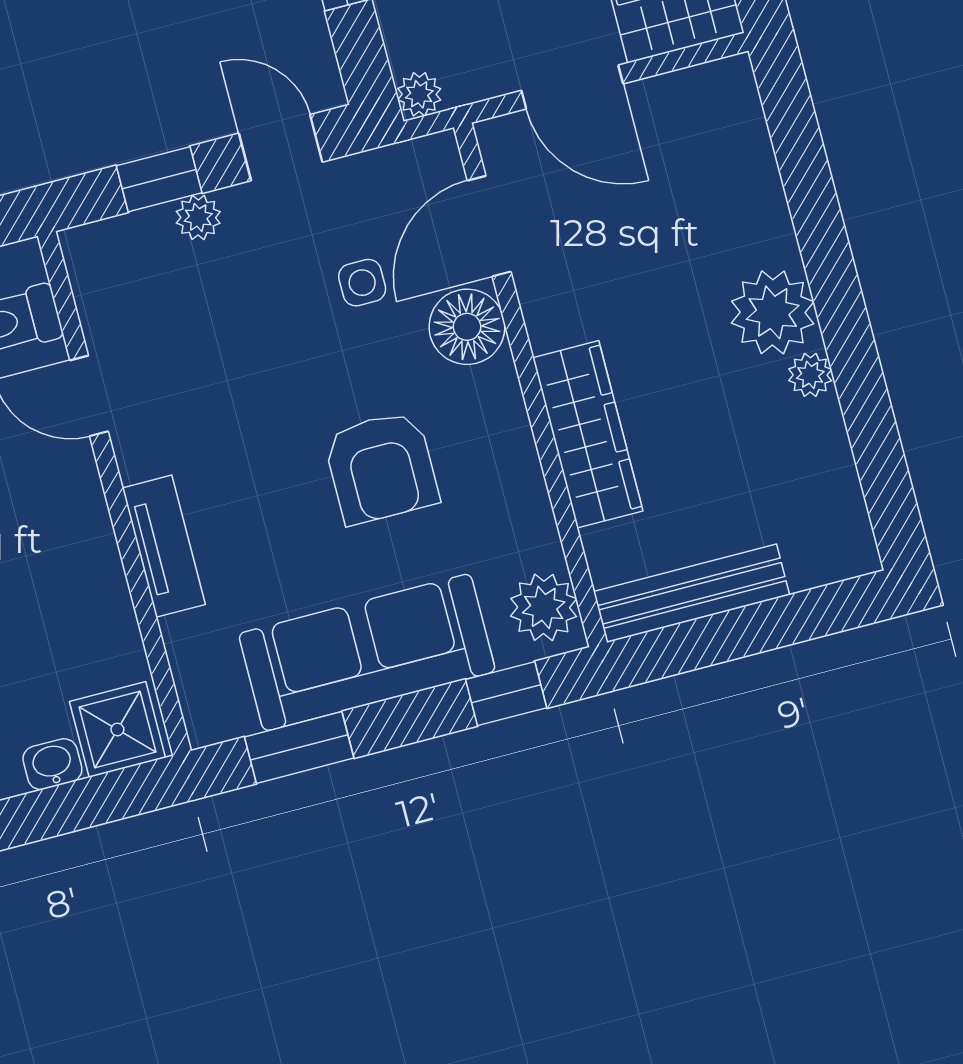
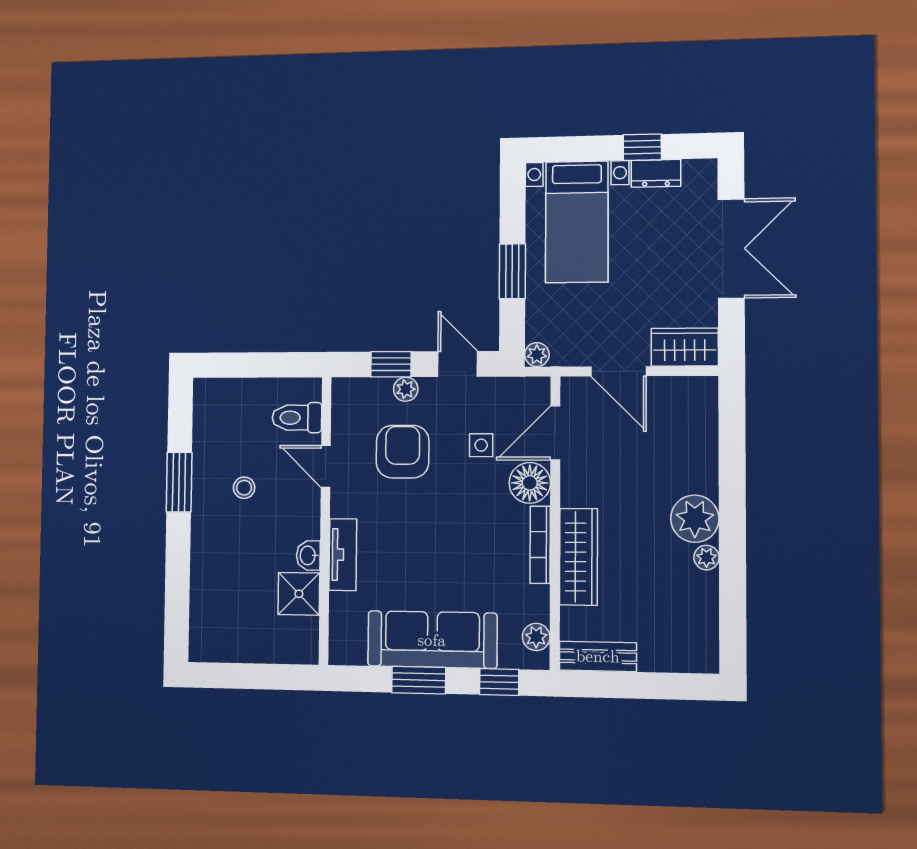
bookcase: (515, 432) -> (540, 545), added
armchair: (381, 467) -> (403, 452), moved, turned 180
bench: (692, 593) -> (598, 656), width x0.73
plant: (544, 607) -> (536, 637), width x0.73, depth x0.73
shower: (117, 729) -> (299, 594), moved
window: (299, 748) -> (419, 680), moved
washbasin: (52, 764) -> (308, 555), moved, turned -90

